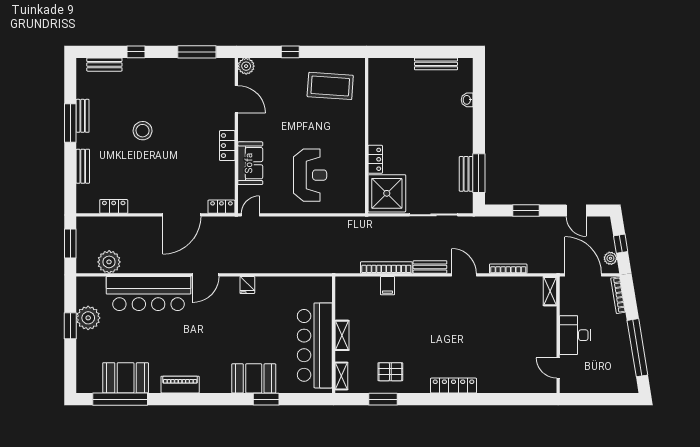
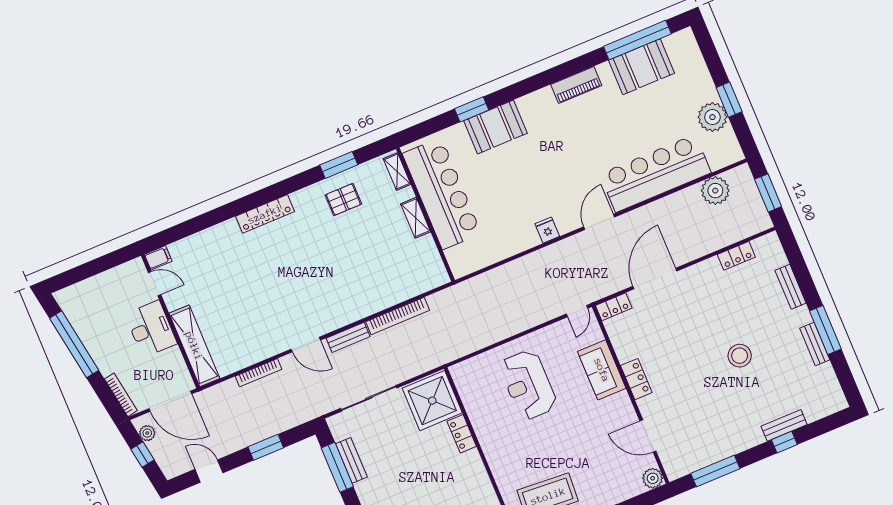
bench: (104, 65) -> (784, 425), moved
filing cabinet: (387, 286) -> (158, 258), moved, turned 90
shelving: (550, 291) -> (194, 346), width x2.20, depth x1.33

